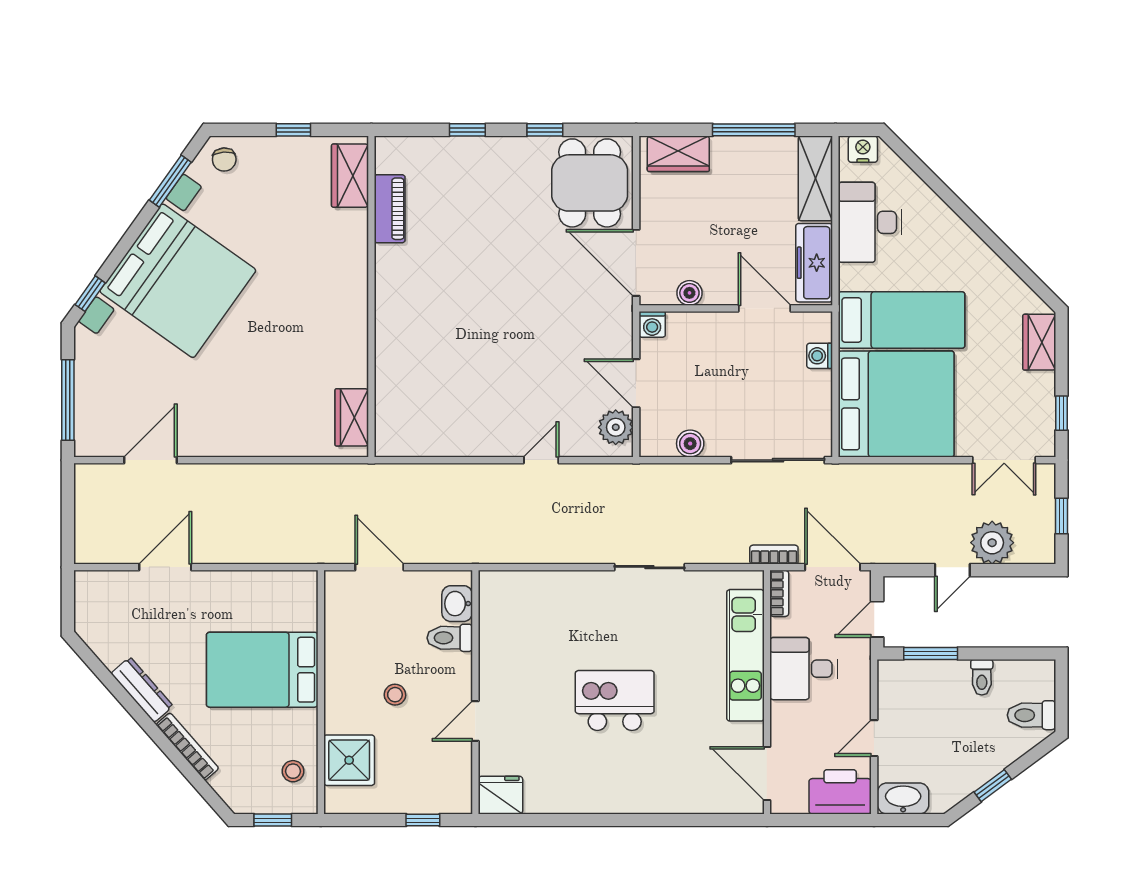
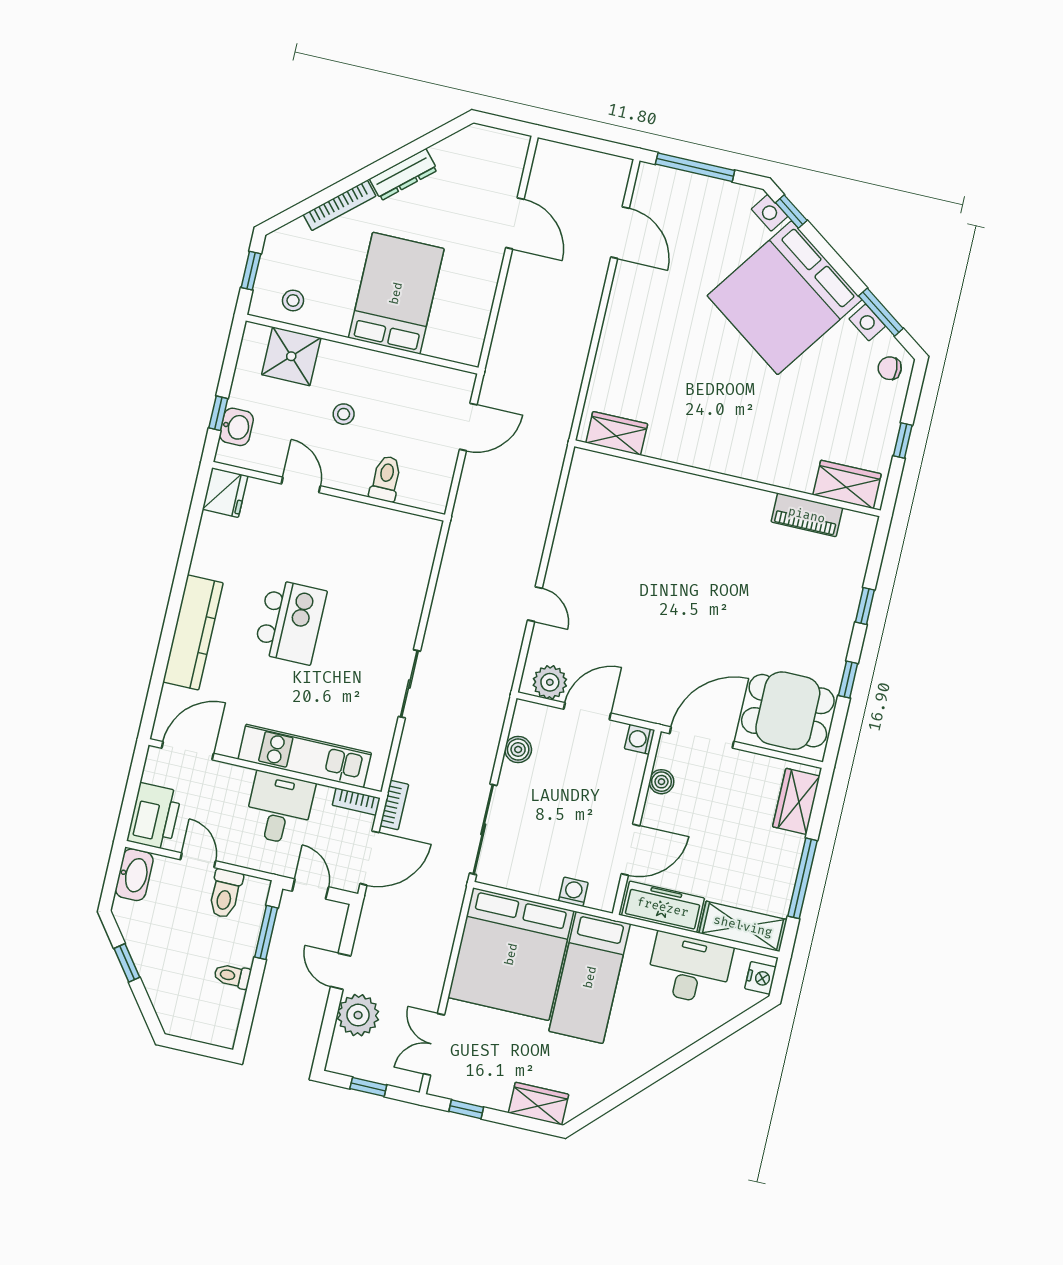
washbasin: (457, 604) -> (236, 427), moved, turned 90
toilet: (1031, 715) -> (225, 894), moved, turned 180
kitchen counter: (648, 795) -> (193, 632), added

